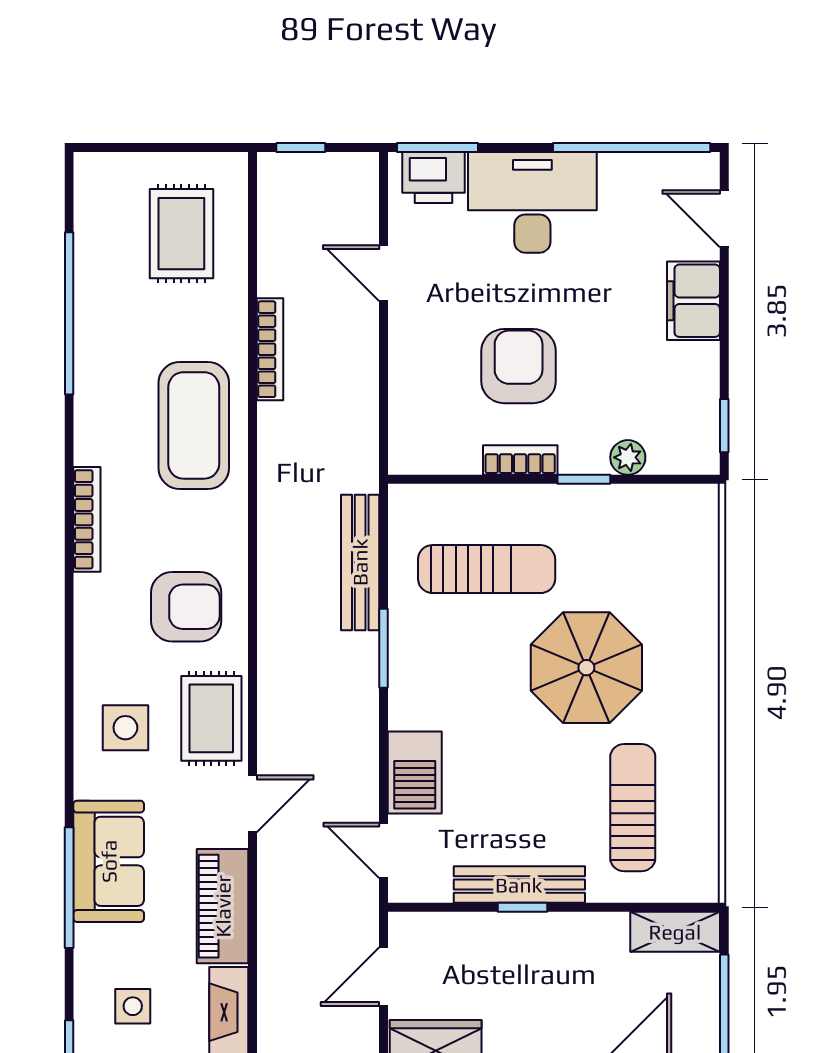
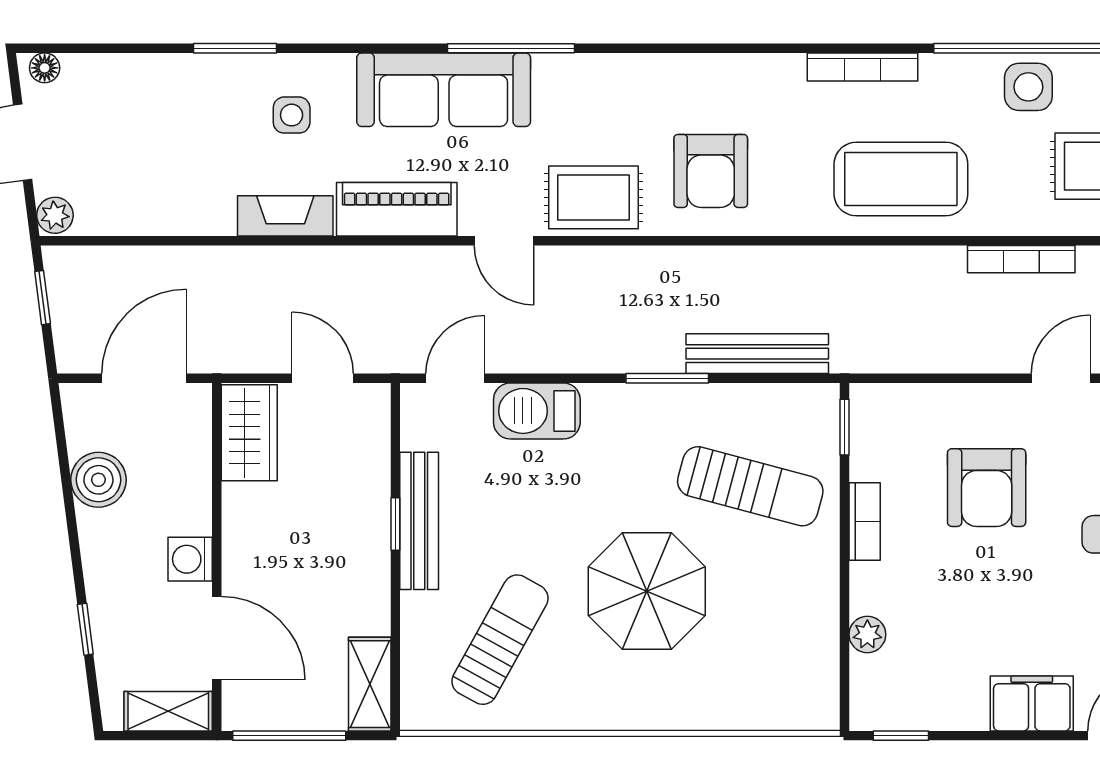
bookcase: (270, 349) -> (1021, 259), moved
armchair: (519, 366) -> (987, 488), moved, turned 90
window: (584, 479) -> (844, 427), moved
bookcase: (87, 519) -> (863, 67), moved
sun lounger: (487, 569) -> (750, 486), turned -75
side table: (125, 728) -> (1028, 87), moved
sun lounger: (633, 808) -> (500, 640), turned -61
sofa: (109, 861) -> (444, 90), width x1.36
window: (69, 888) -> (511, 48), moved

